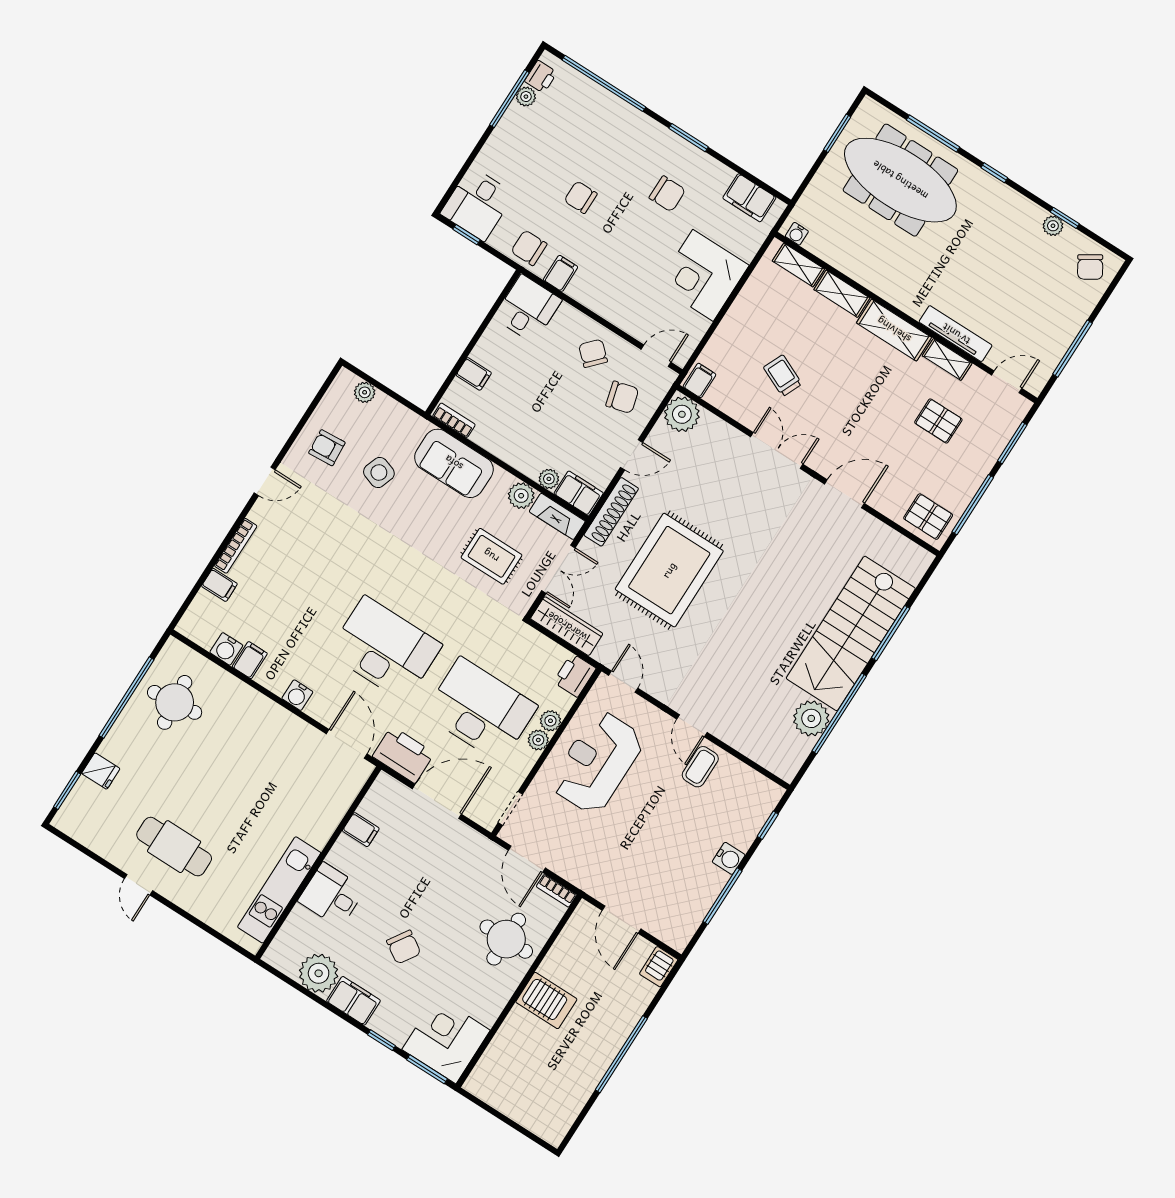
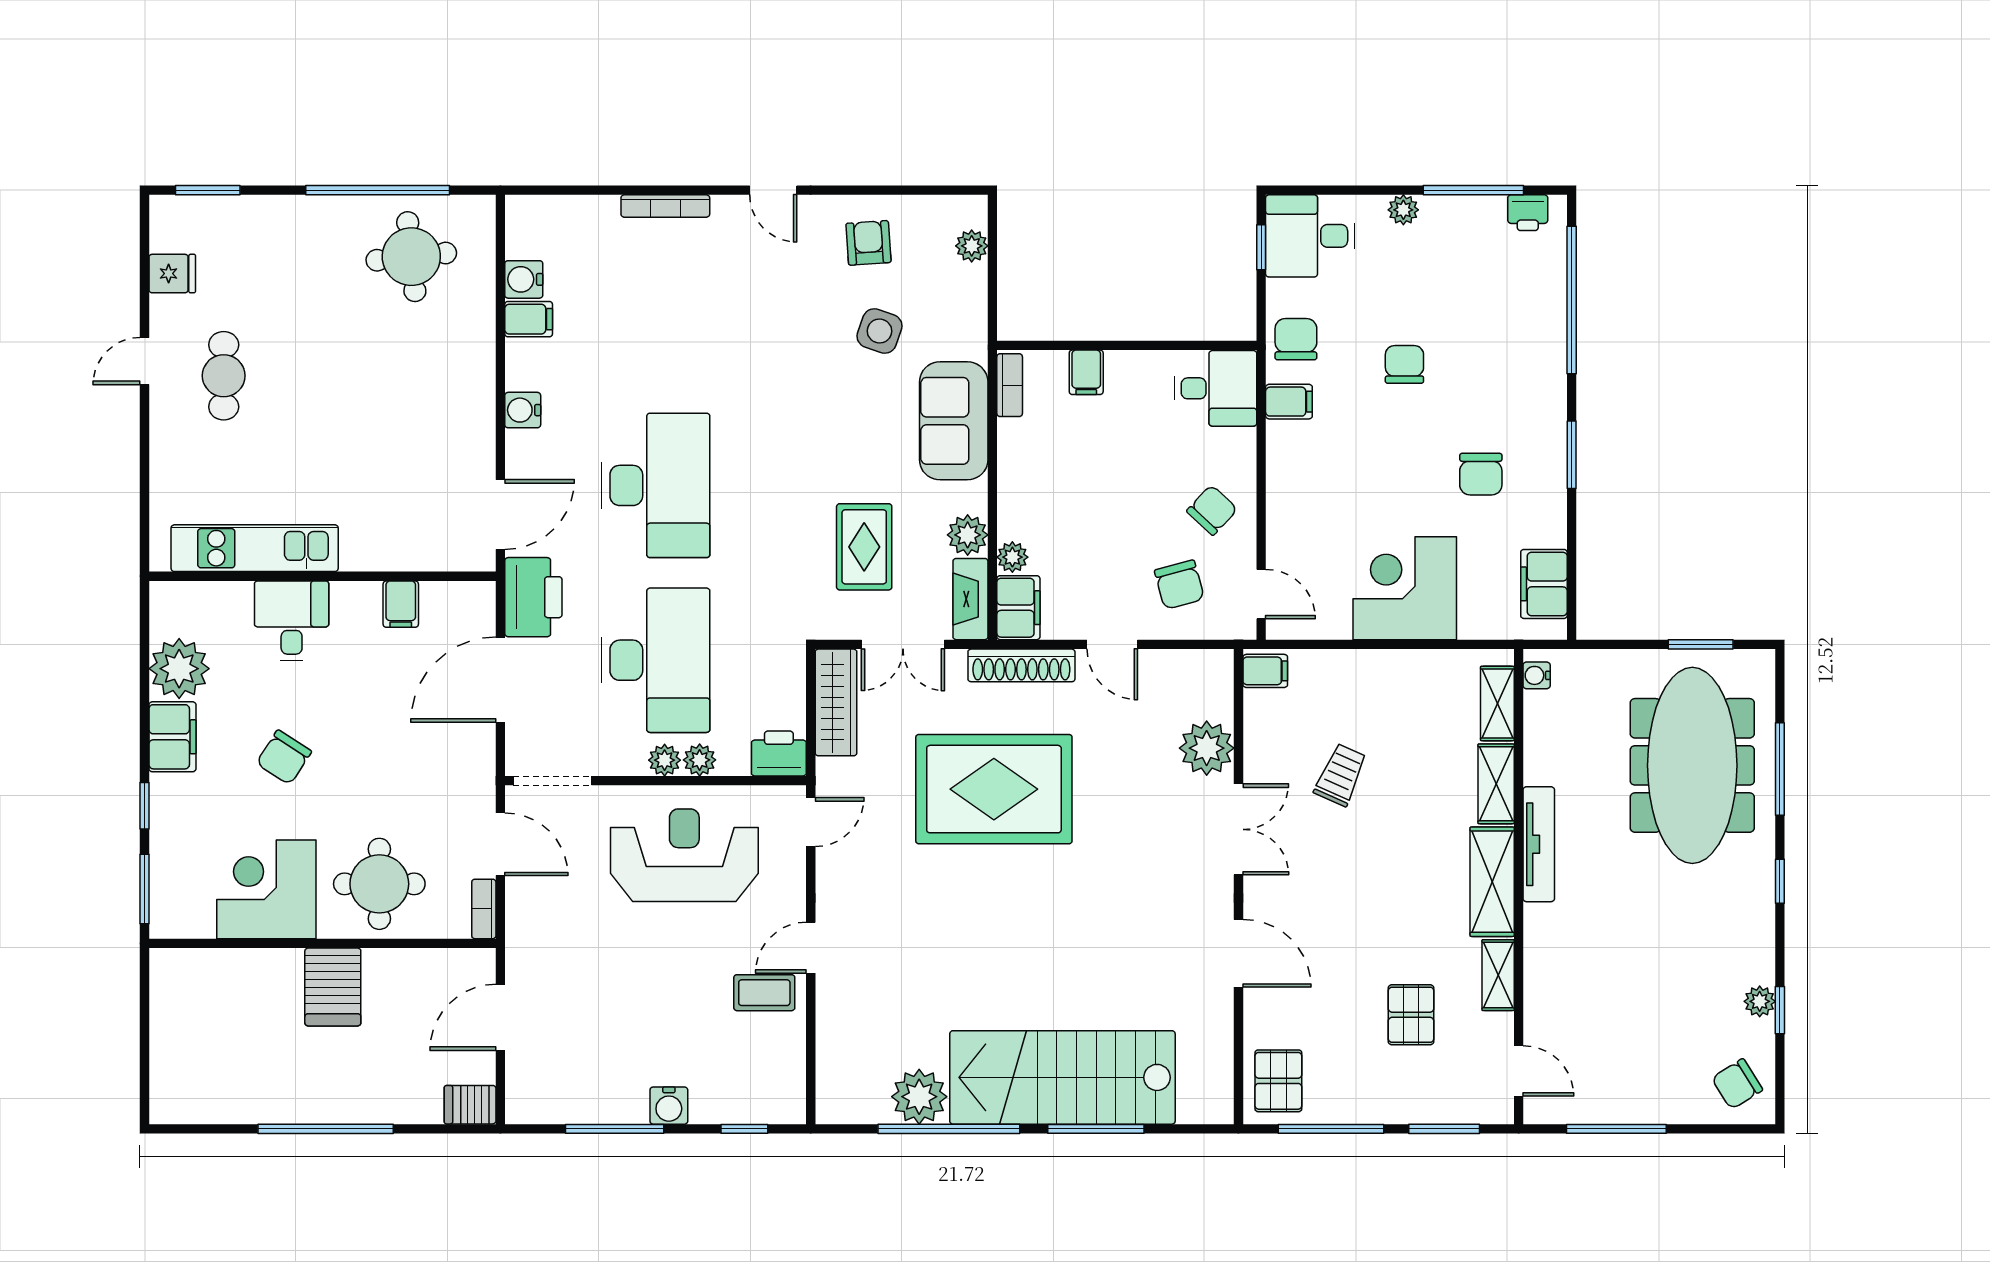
plant: (526, 97) -> (1403, 210), moved
tv unit: (956, 334) -> (1539, 844), moved
plant: (682, 414) -> (1207, 748), moved
filing cabinet: (219, 585) -> (601, 217), removed
fridge: (101, 771) -> (172, 274), moved, turned -90
door: (437, 802) -> (500, 680), swing flipped
doorway: (510, 808) -> (552, 781), width x1.38
cafe table: (174, 847) -> (224, 376), width x0.73, depth x0.74
door: (527, 859) -> (500, 844), swing flipped
corner desk: (446, 1040) -> (266, 889), moved, turned -90

